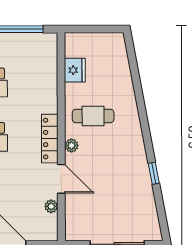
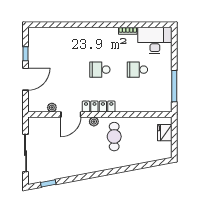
fridge: (75, 70) -> (165, 133), moved, turned 90
window: (154, 173) -> (48, 183), moved

